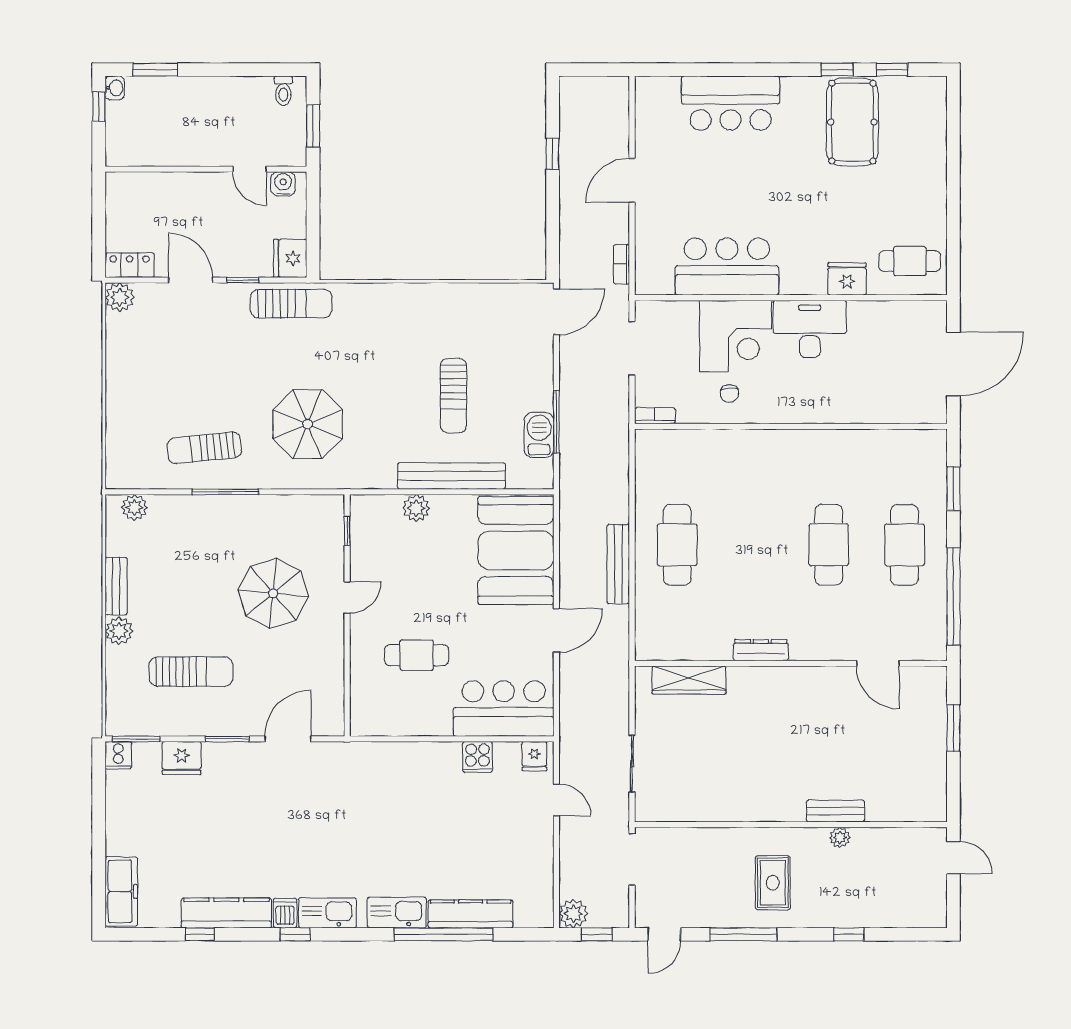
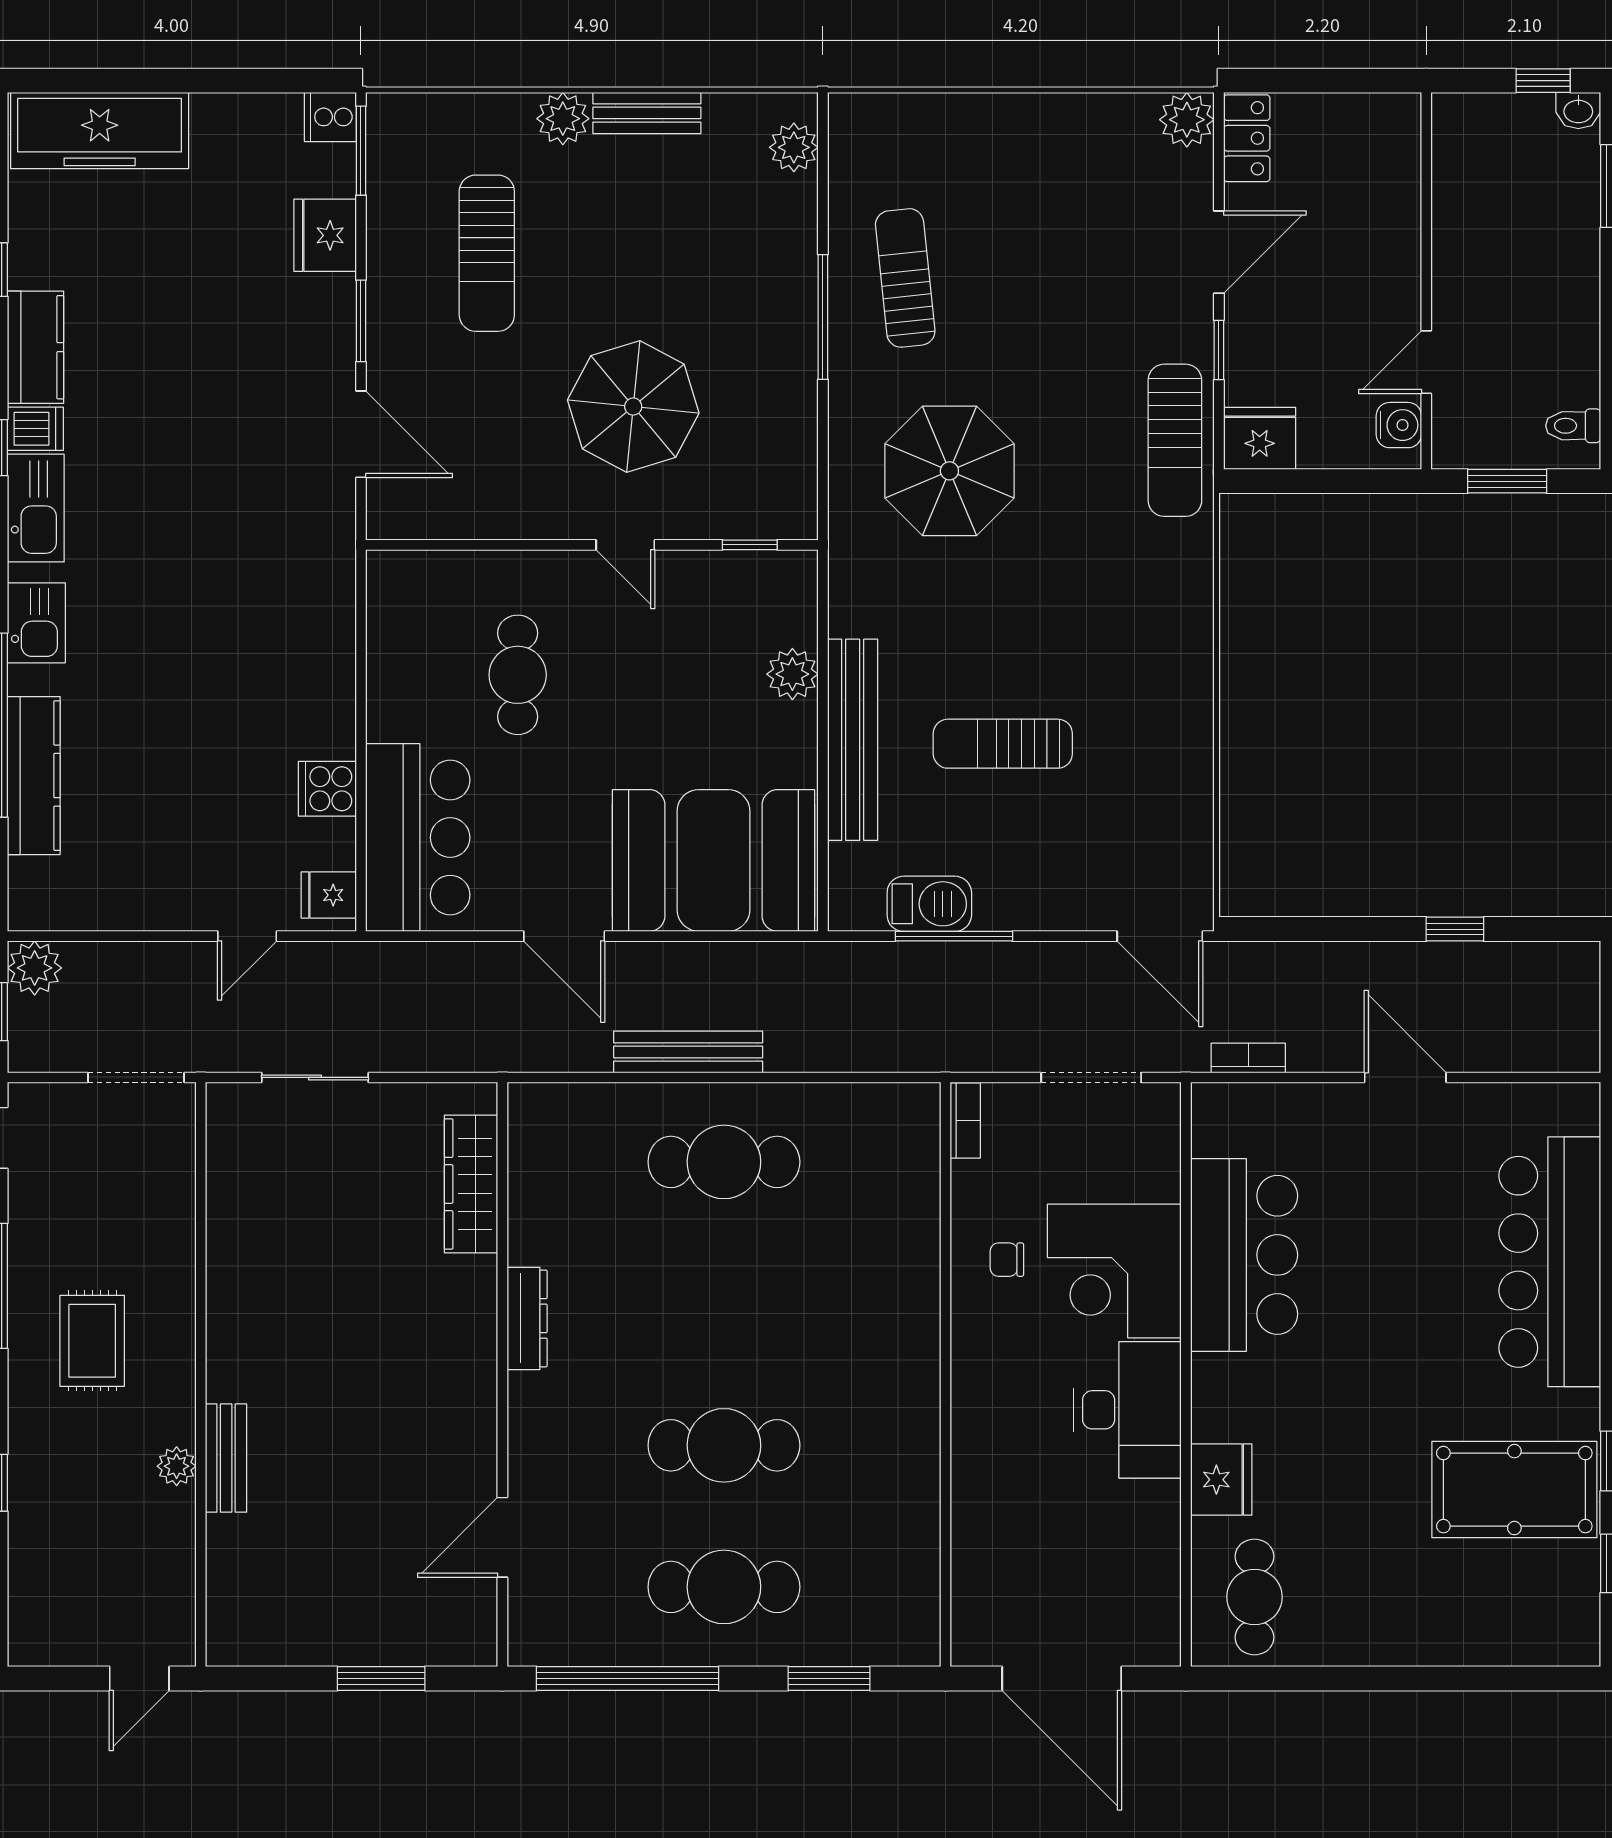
bar counter: (731, 103) -> (1550, 1262), width x1.36
rug: (773, 883) -> (92, 1341), turned 90
freezer: (121, 891) -> (100, 131), width x1.36, depth x1.26
kitchen counter: (226, 913) -> (36, 347), width x0.67
kitchen sink: (397, 913) -> (36, 623), width x0.73

